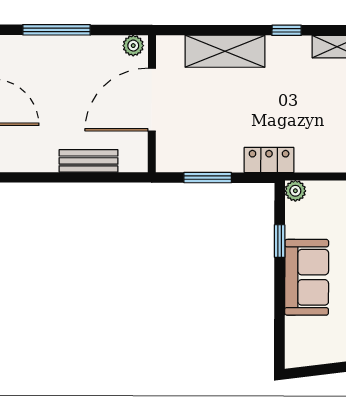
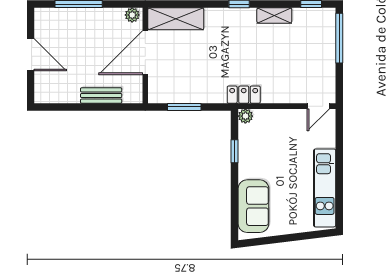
shelving: (225, 51) -> (176, 19), moved
locker: (269, 160) -> (244, 95), moved
sofa: (307, 277) -> (253, 206), moved

